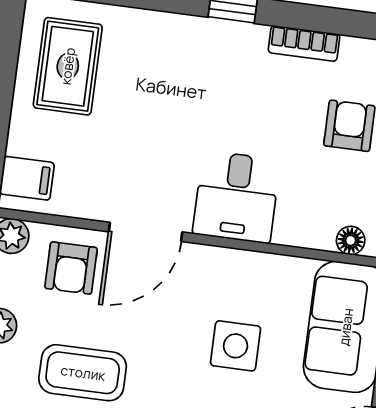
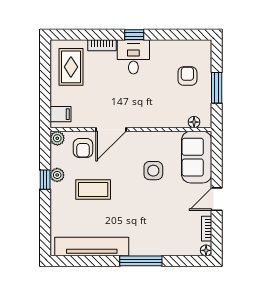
bookcase: (304, 43) -> (102, 45), moved
desk: (236, 197) -> (133, 57), moved, turned 180

